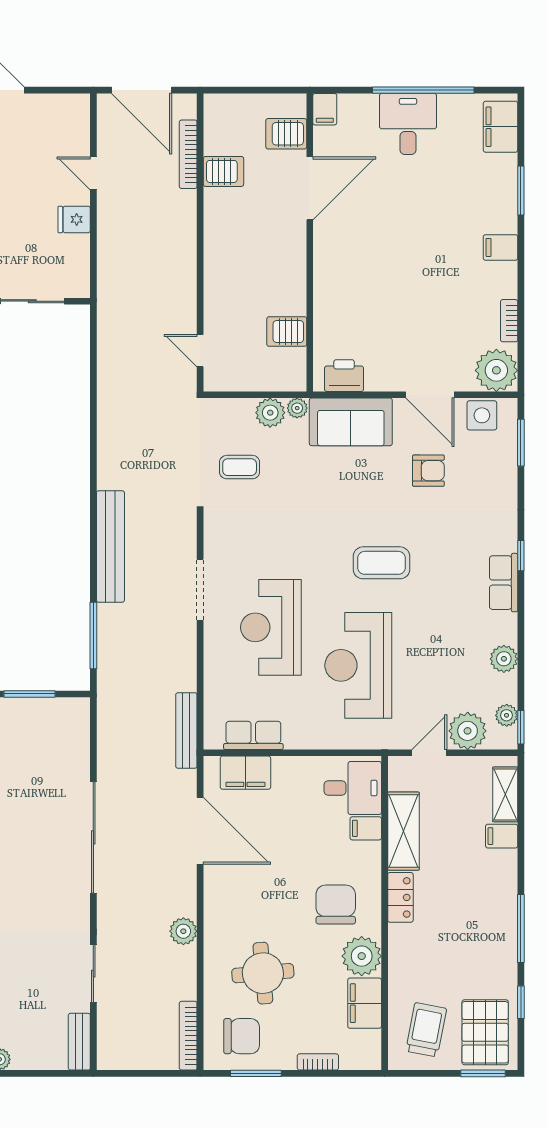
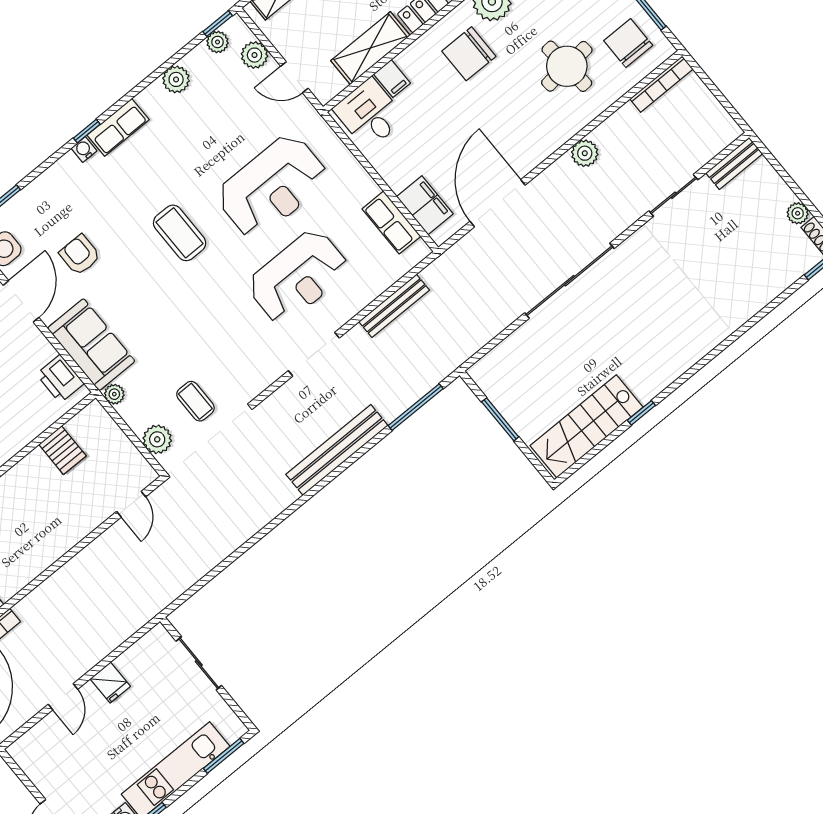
plant: (270, 413) -> (157, 439), moved
water cooler: (508, 542) -> (84, 149), added
bench: (186, 730) -> (394, 306), moved
plant: (468, 731) -> (254, 55), width x0.73, depth x0.73

